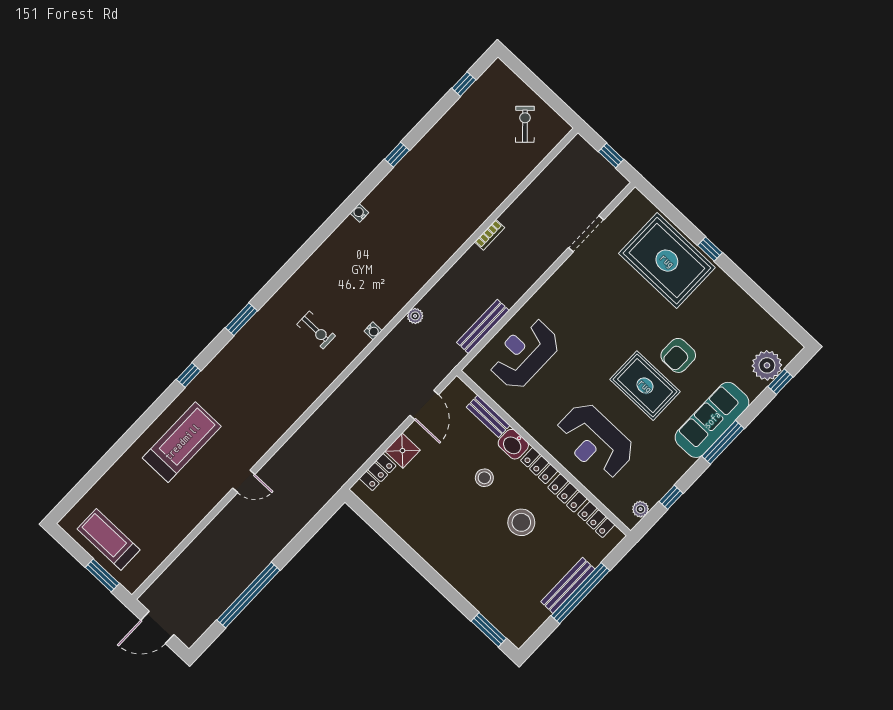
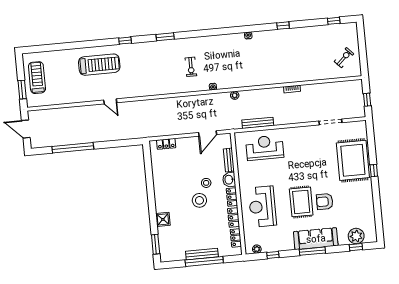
shower: (402, 451) -> (163, 219), moved
stool: (521, 522) -> (199, 200), moved

